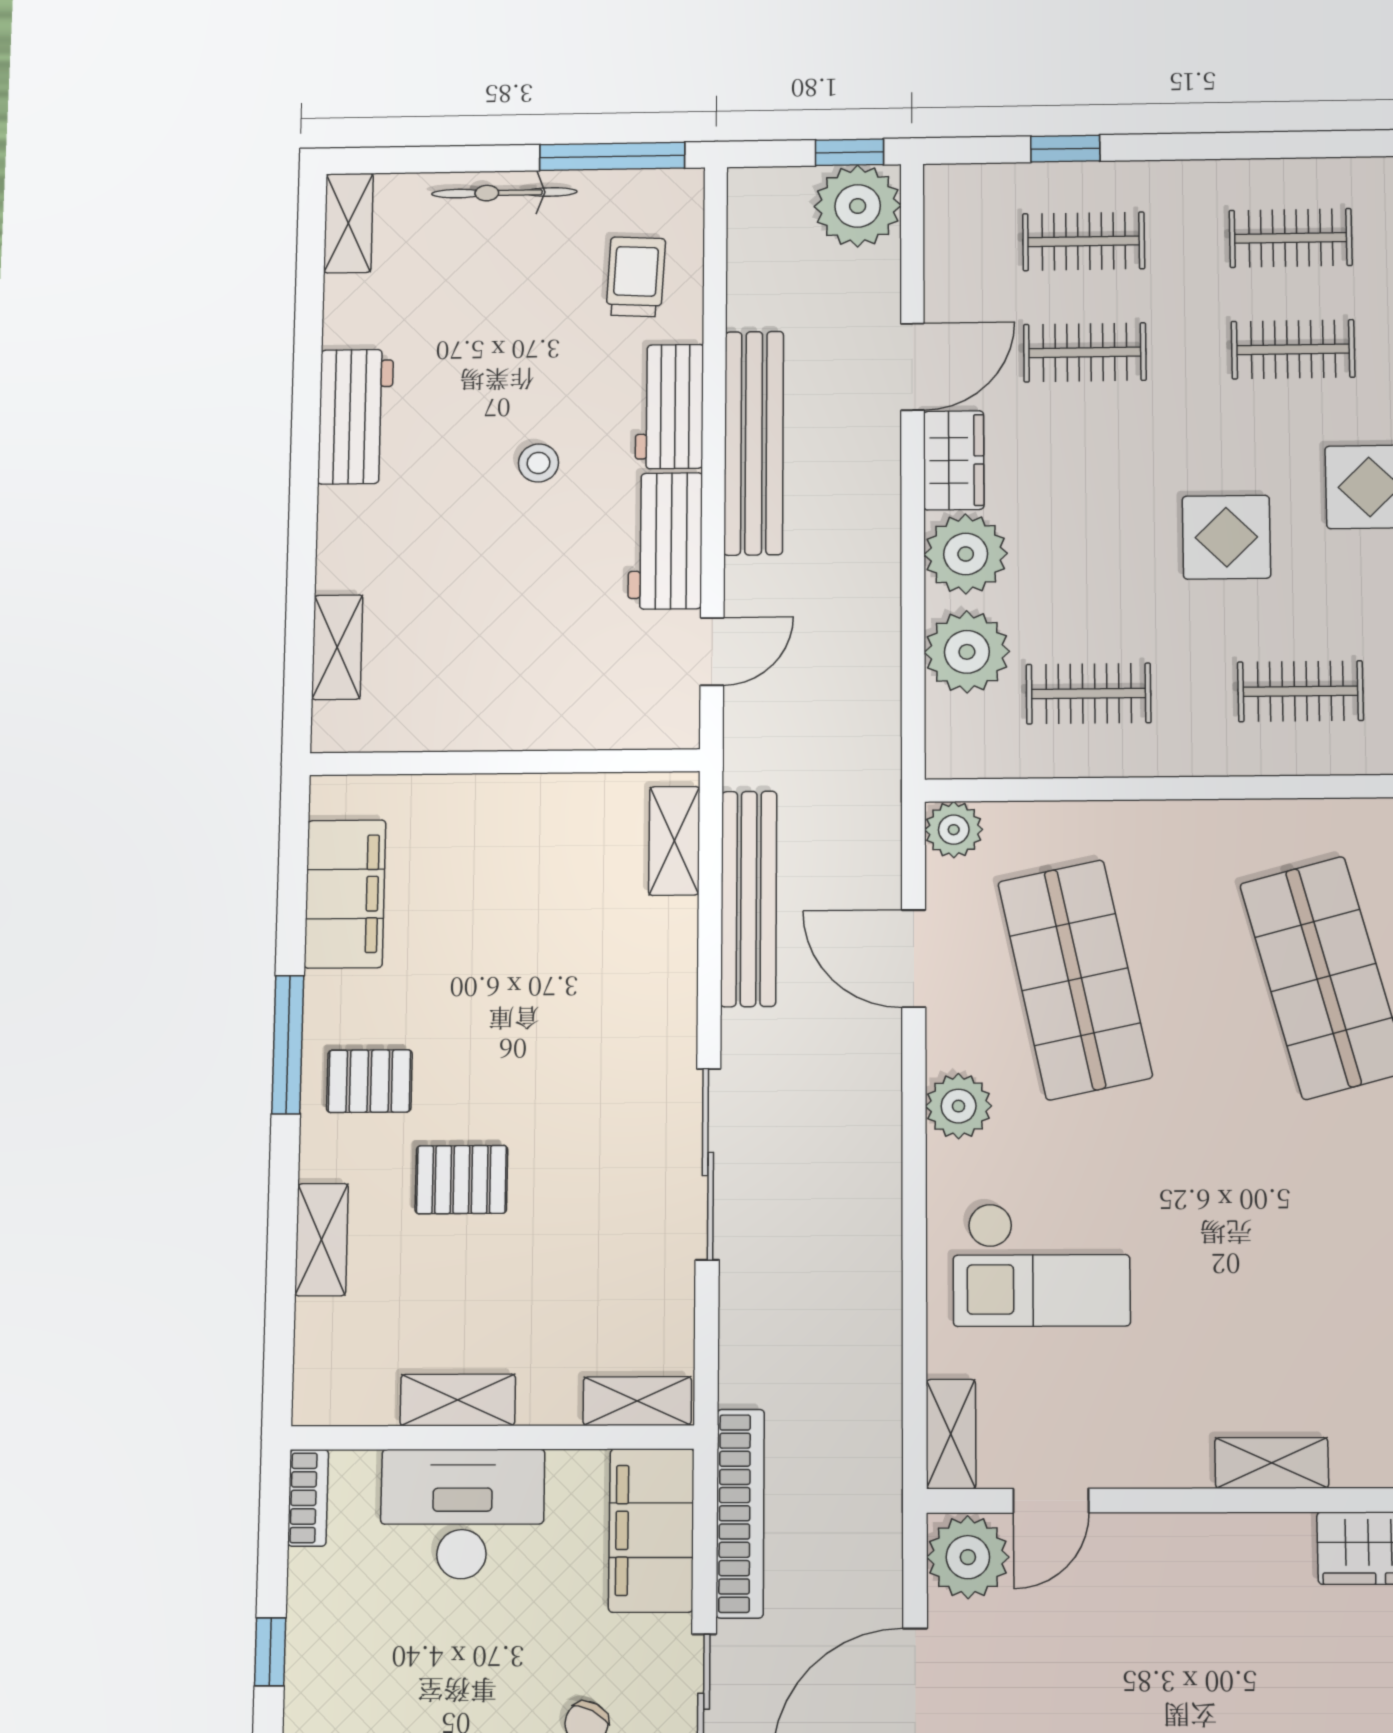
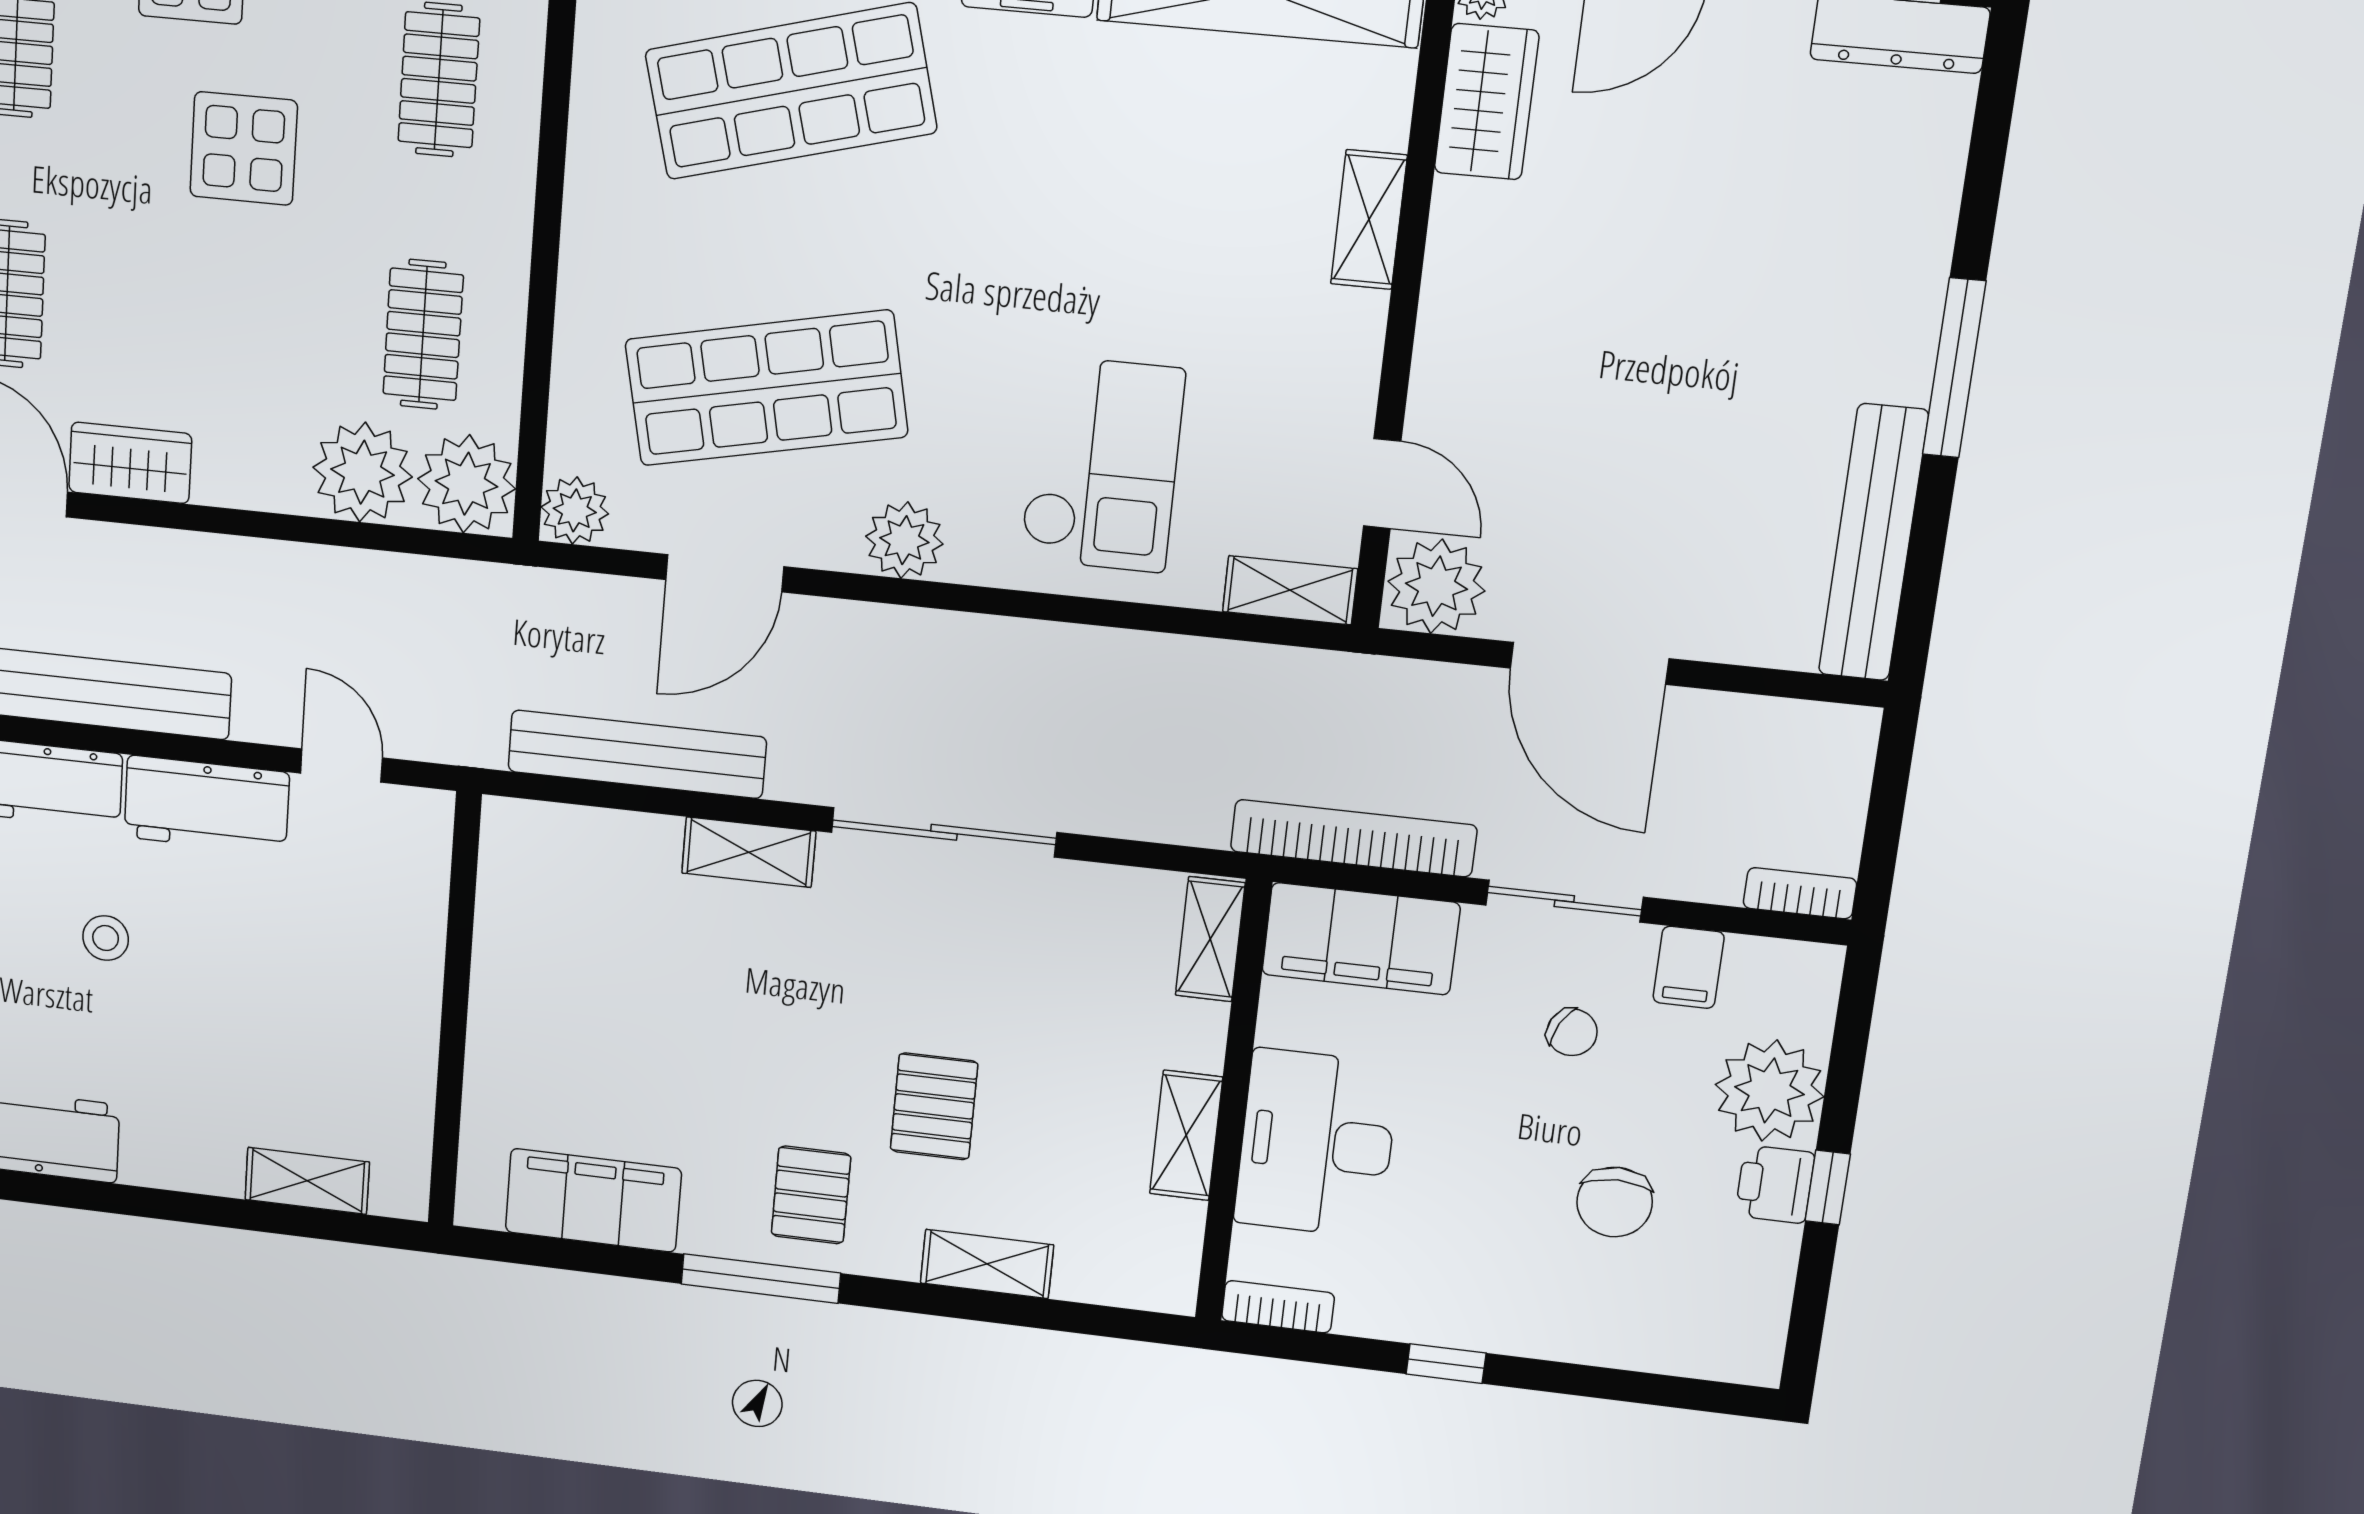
plant: (966, 554) -> (467, 484), moved
shelving: (674, 841) -> (749, 852), moved

